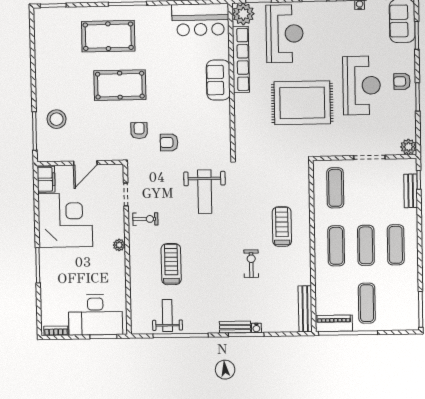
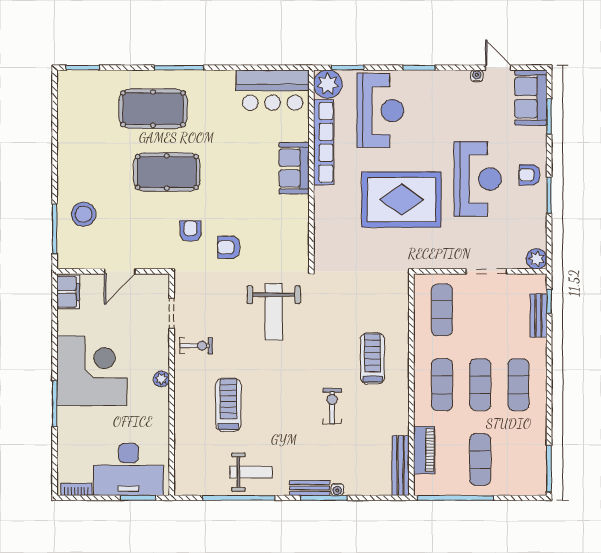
corner desk: (65, 220) -> (92, 371), moved
weight bench: (167, 316) -> (251, 472), moved, turned 90
piano: (334, 323) -> (424, 450), moved, turned 90

